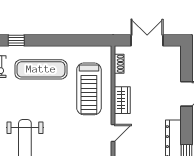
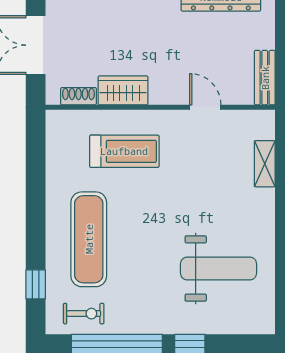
treadmill: (89, 89) -> (124, 151), width x0.73, depth x0.73
wardrobe: (122, 100) -> (123, 90), moved

